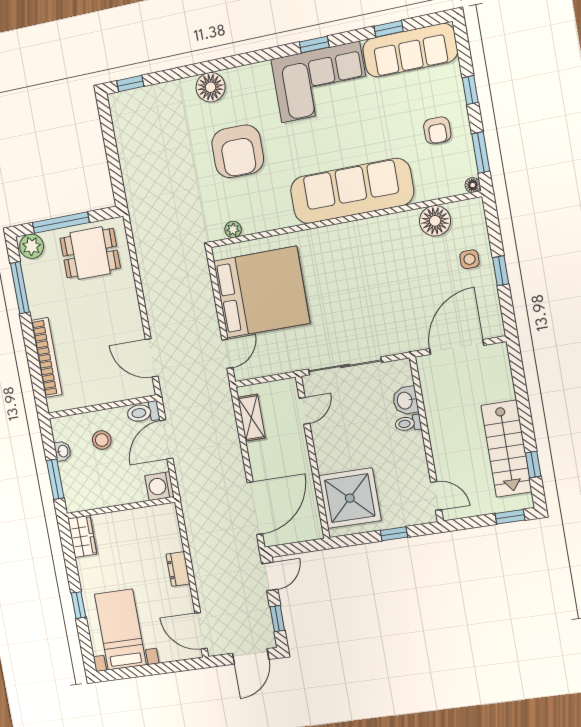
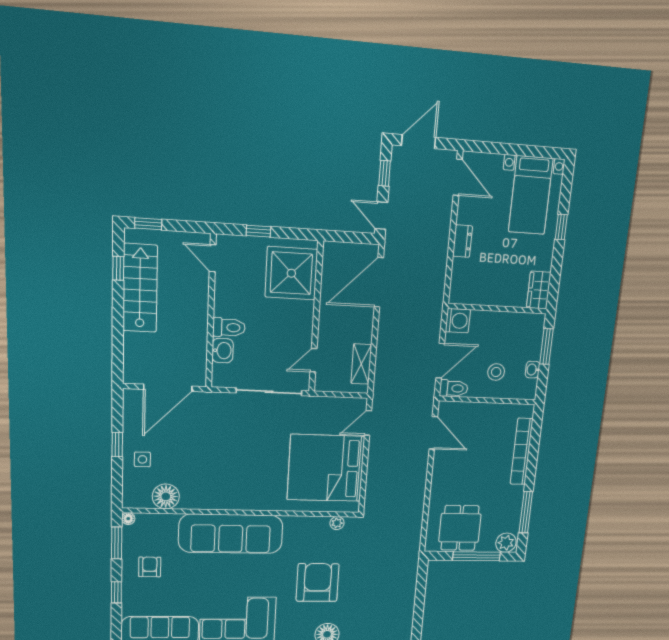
dining table: (90, 253) -> (460, 528), turned 90
toilet: (408, 423) -> (229, 327), width x1.37, depth x1.39
door: (270, 576) -> (381, 216), hinge flipped

